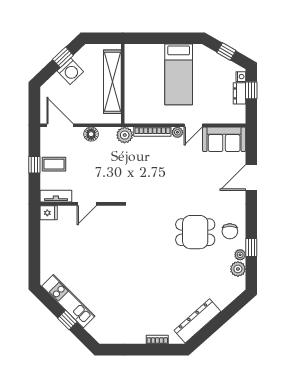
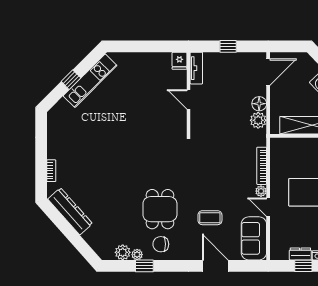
plant: (125, 135) -> (258, 120), moved
coffee table: (54, 164) -> (210, 218), moved, turned 90

